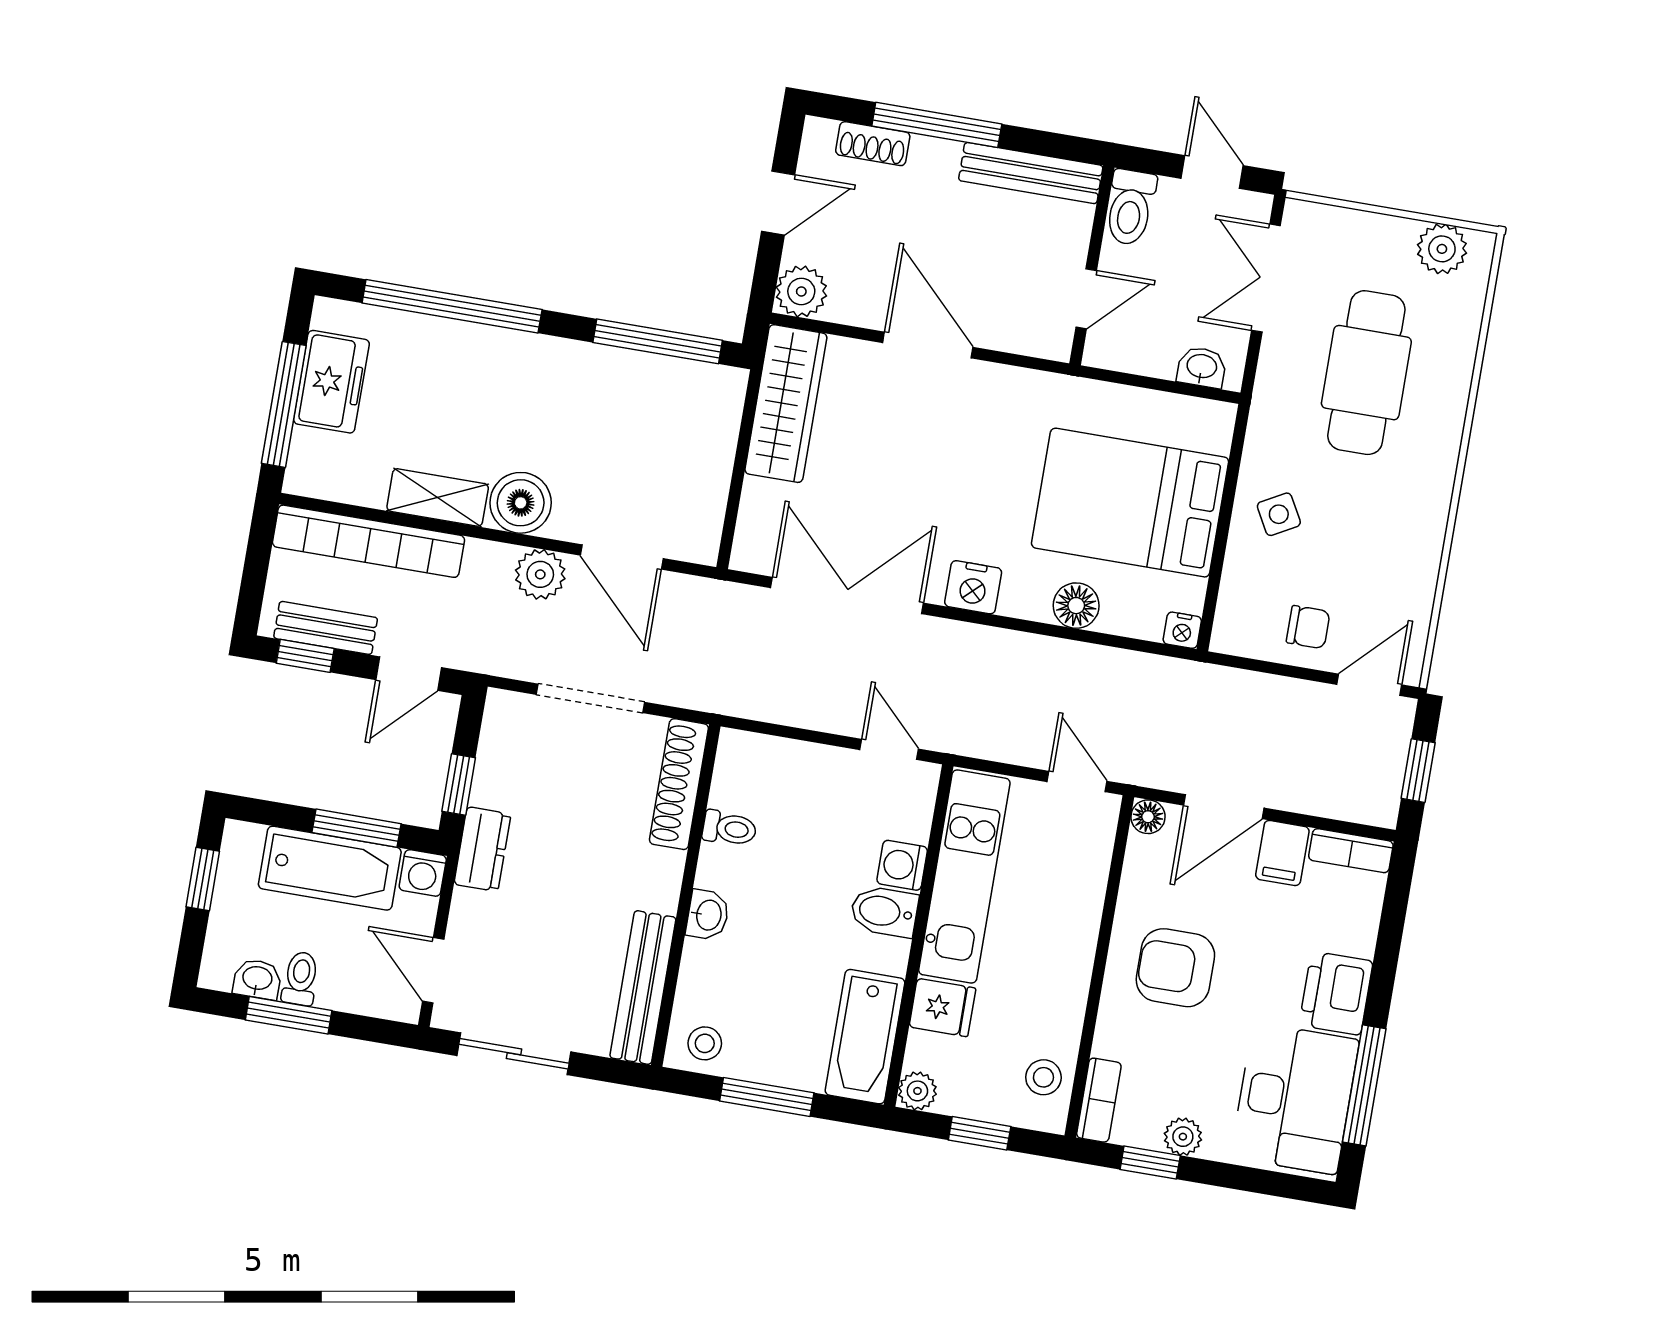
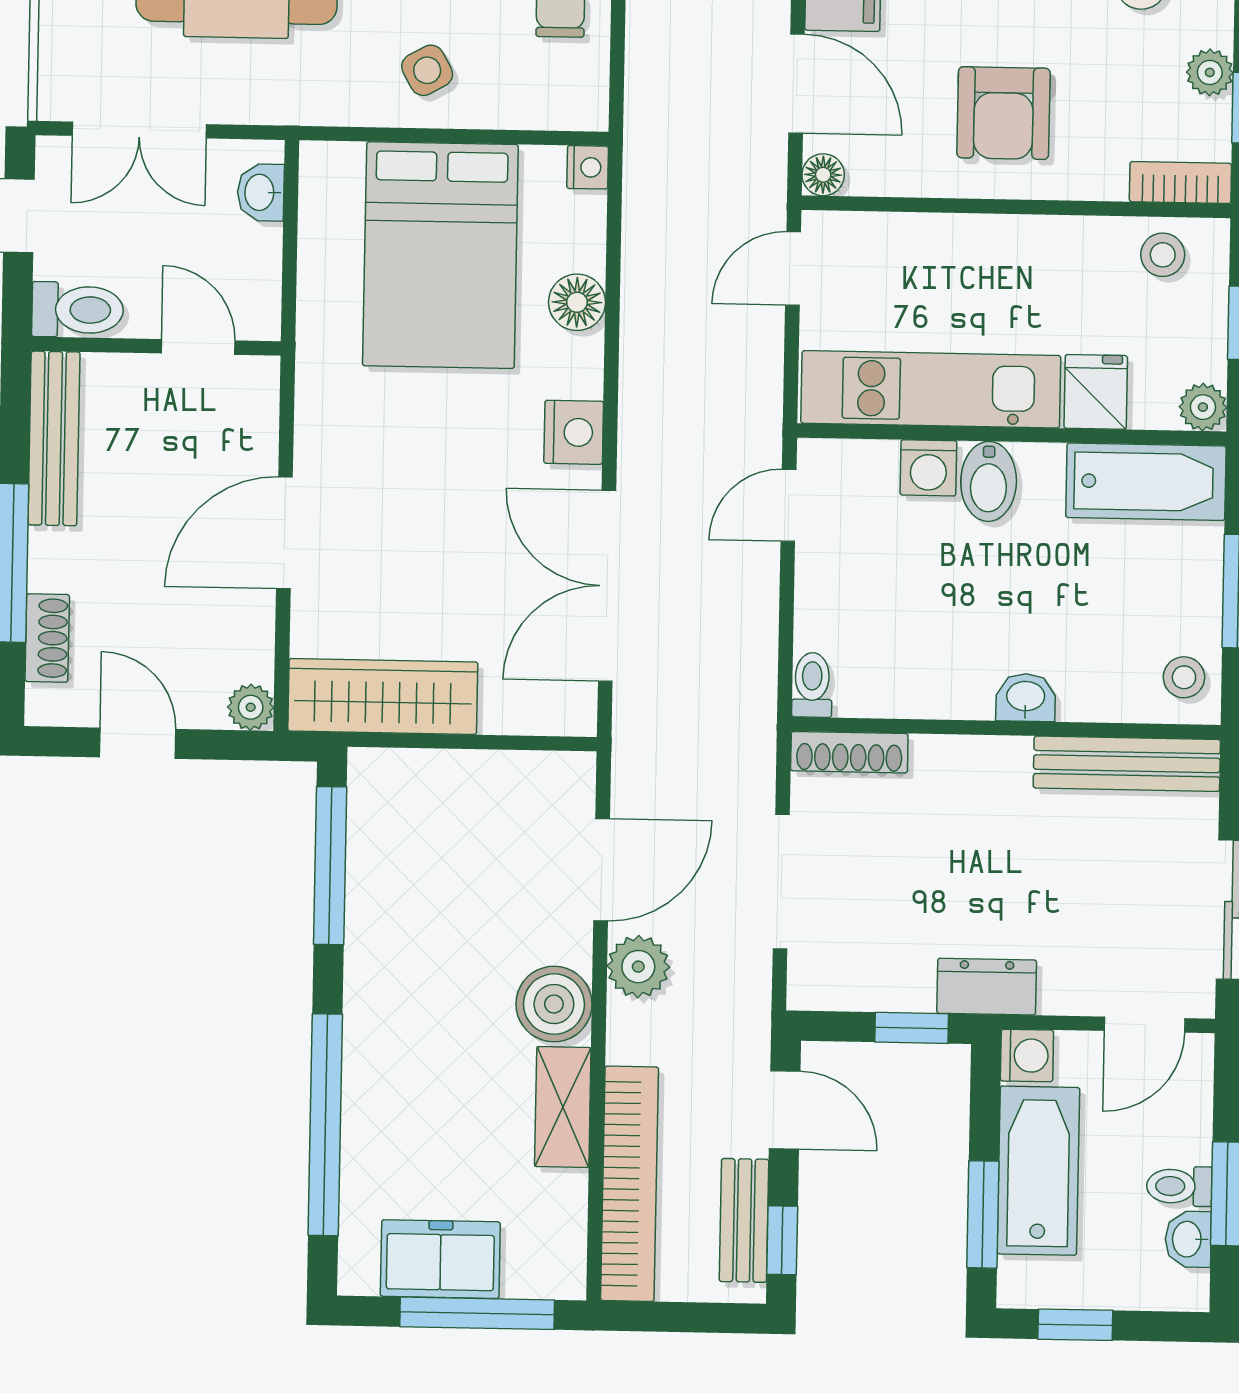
plant: (801, 291) -> (251, 707), width x0.73, depth x0.73
shoe rack: (679, 784) -> (849, 752), width x0.74, depth x0.81
window: (357, 828) -> (983, 1214), moved
toilet: (729, 828) -> (812, 685), moved

